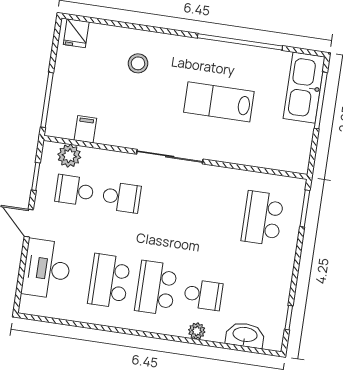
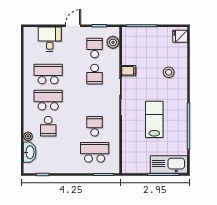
filing cabinet: (85, 129) -> (129, 71), moved
school desk: (215, 211) -> (95, 126), added
desk: (47, 269) -> (50, 39), width x0.73
plant: (197, 331) -> (28, 136), moved

